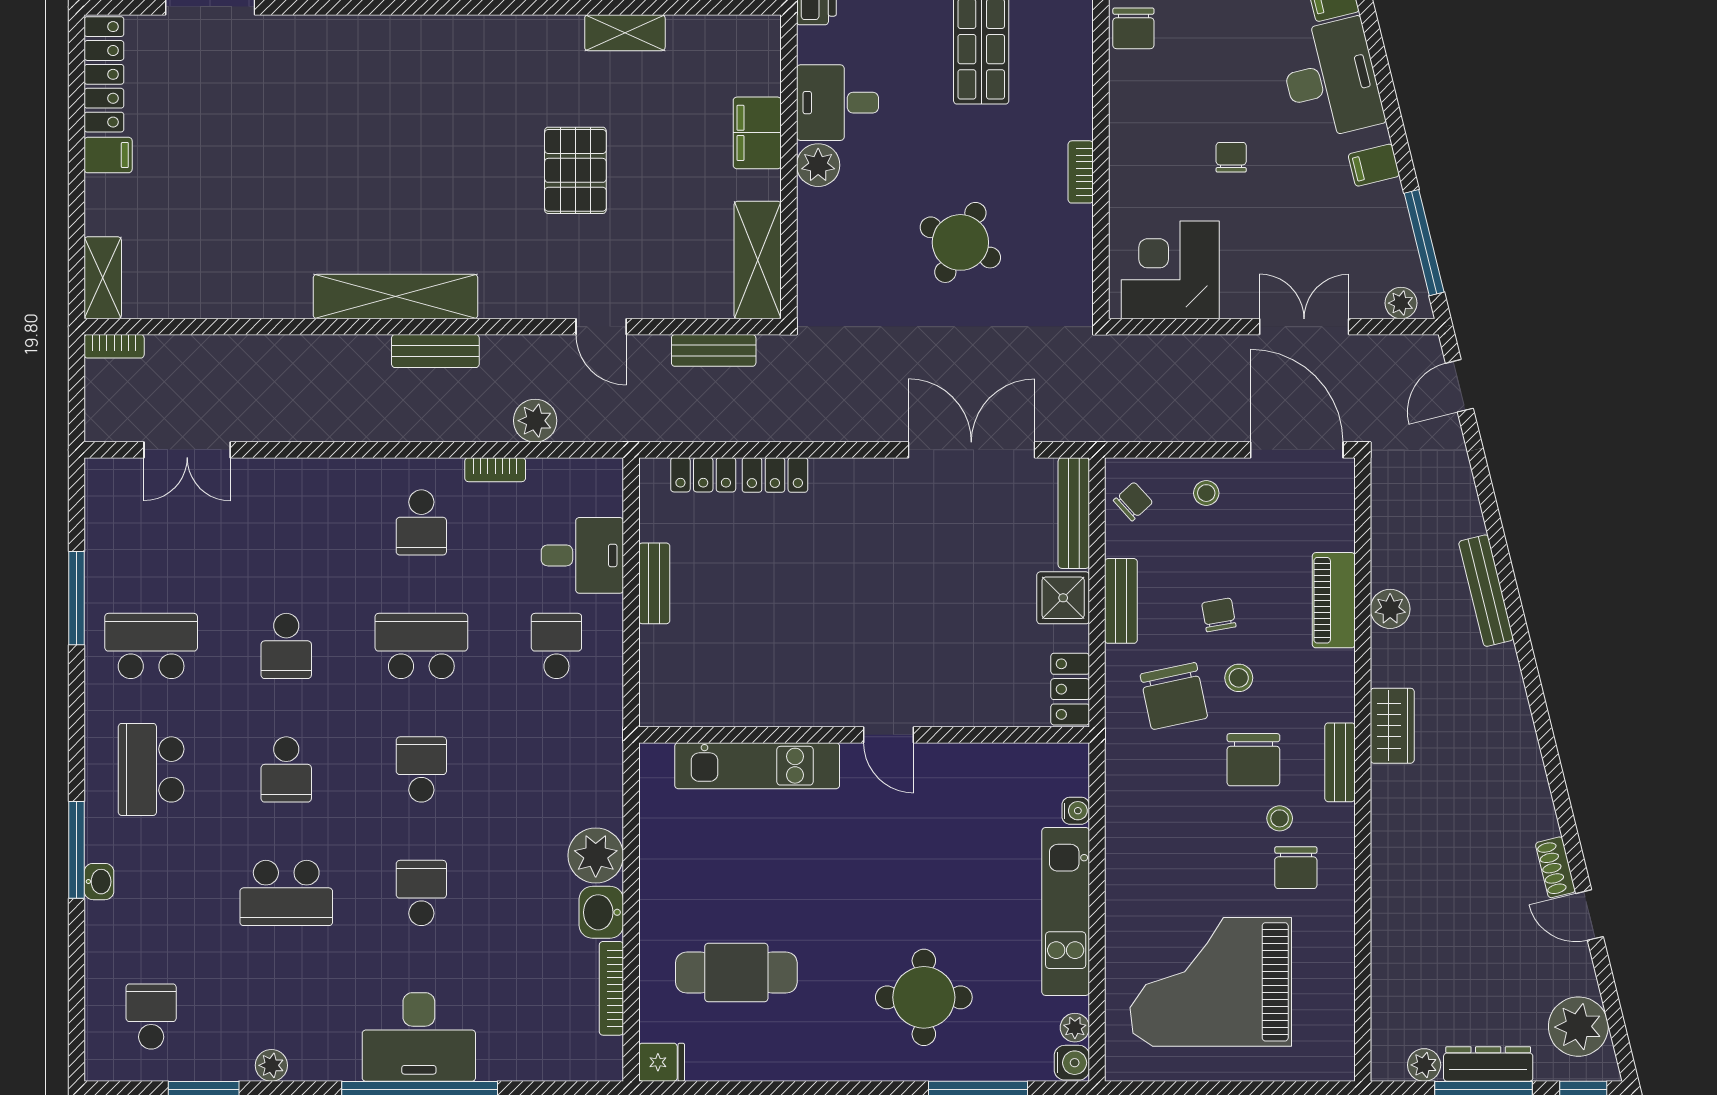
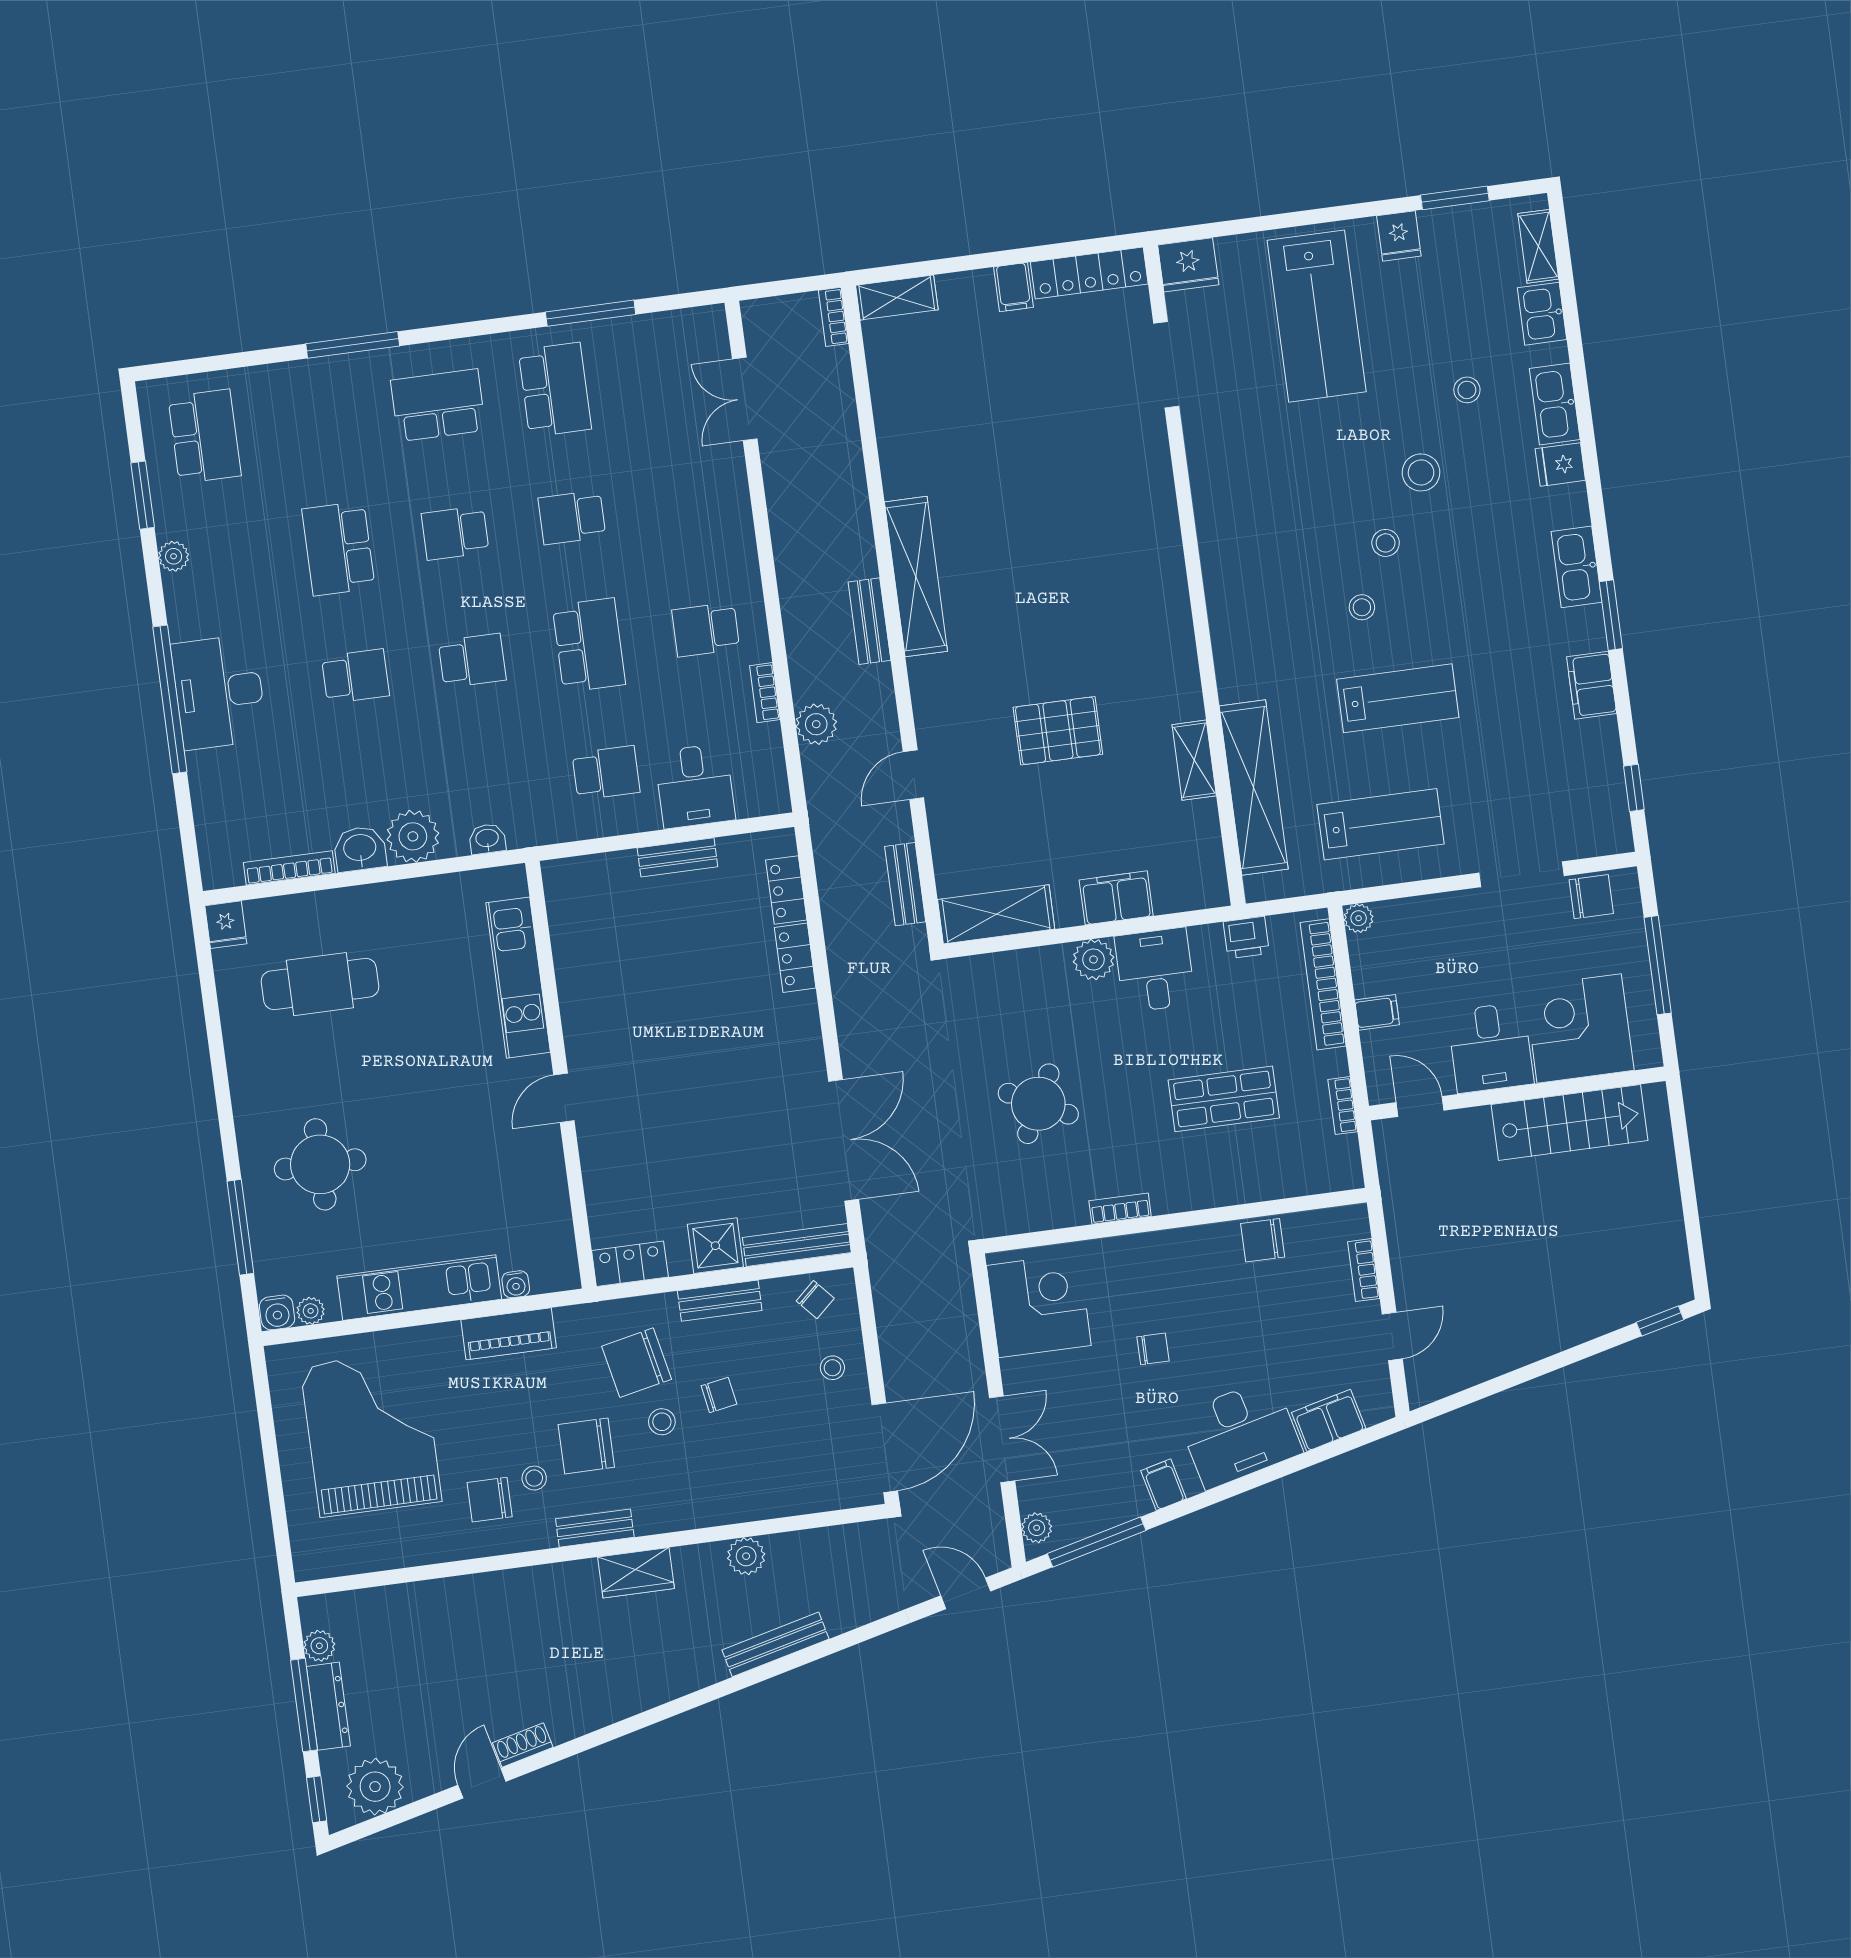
piano: (1334, 600) -> (509, 1334), moved, turned 180
washbasin: (99, 882) -> (487, 839), moved, turned 180
cafe table: (736, 973) -> (320, 984), turned 90
school desk: (151, 1016) -> (205, 436), width x1.85

